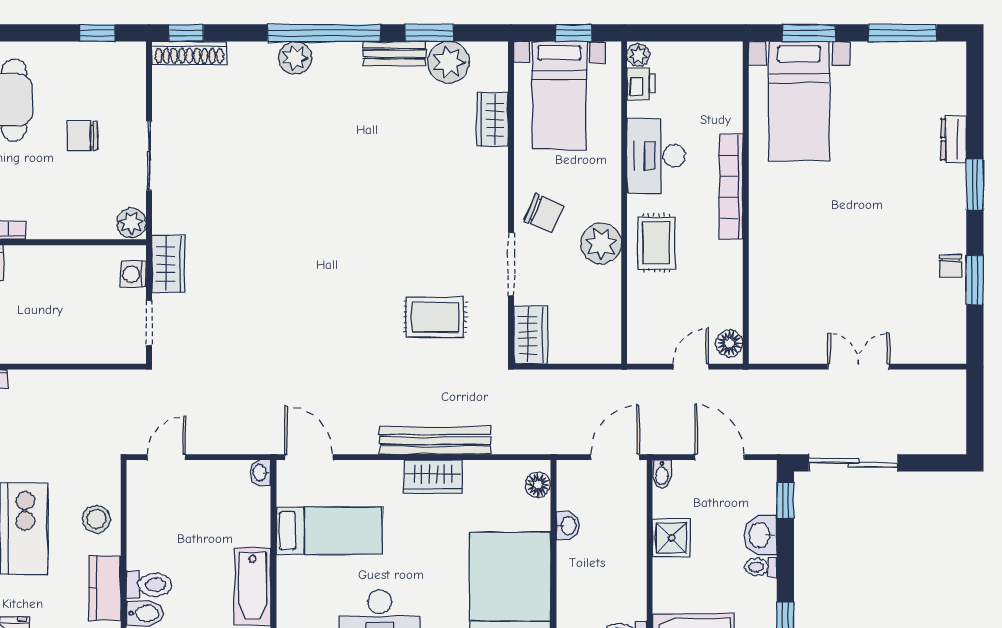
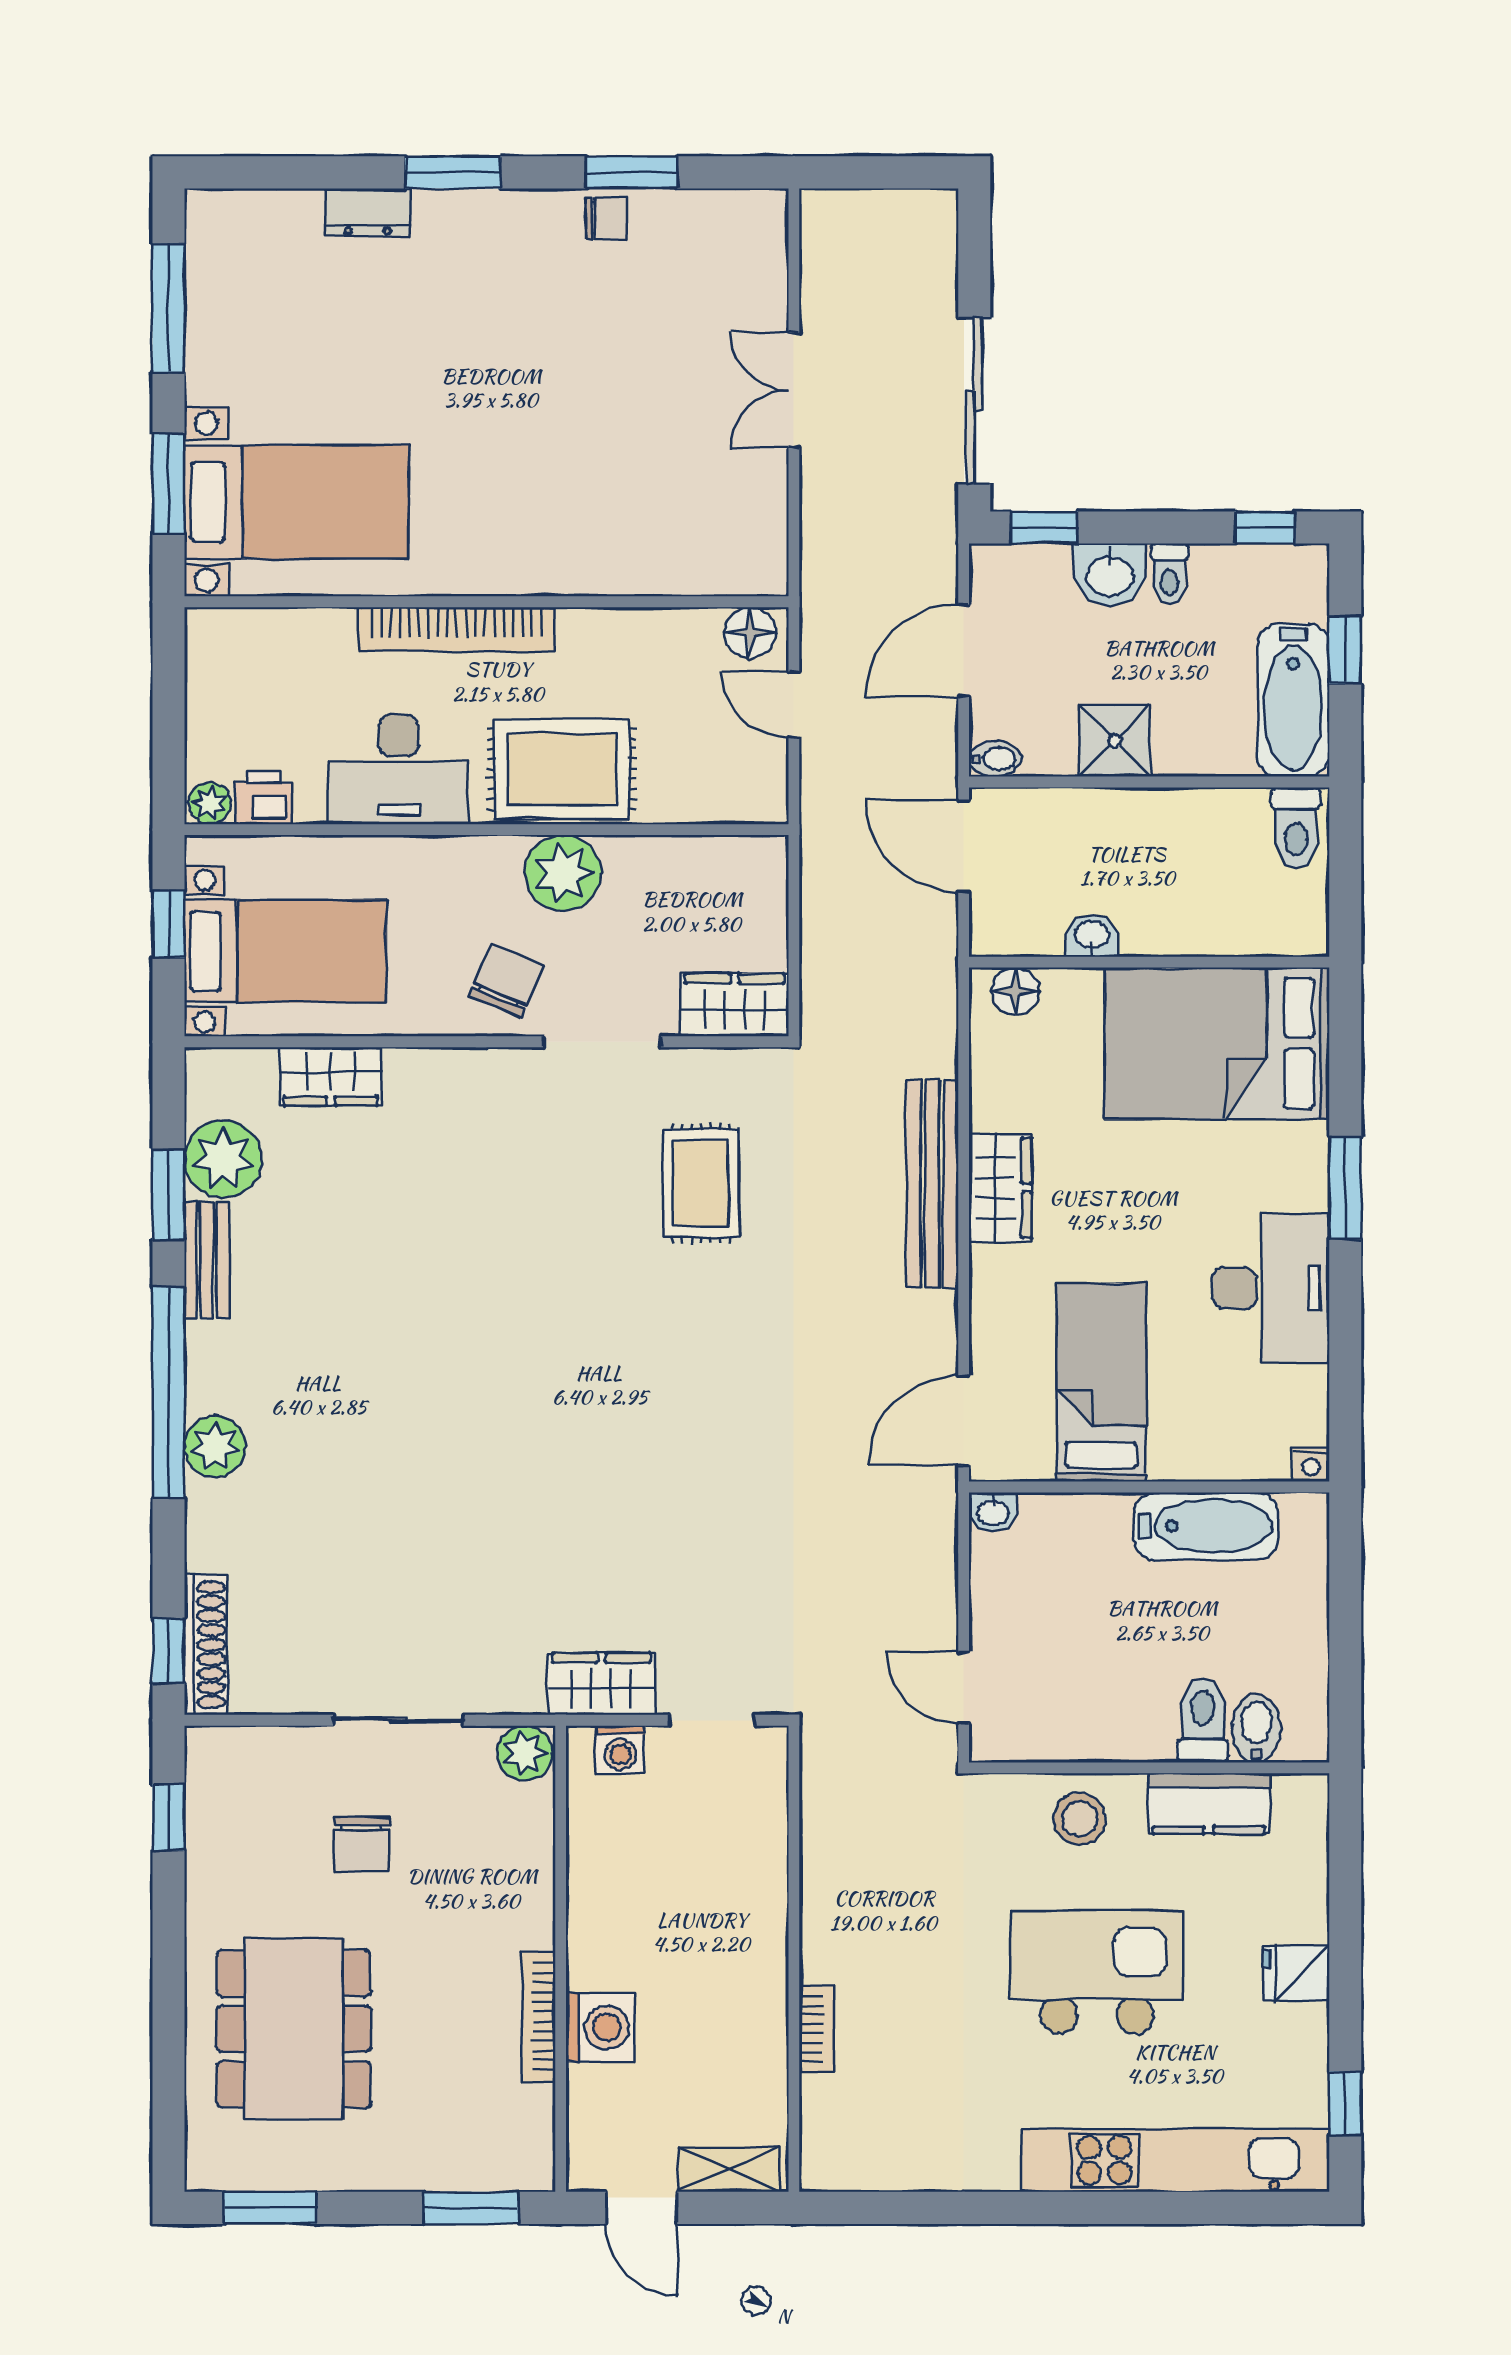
rug: (656, 243) -> (562, 769), width x1.36, depth x1.43

